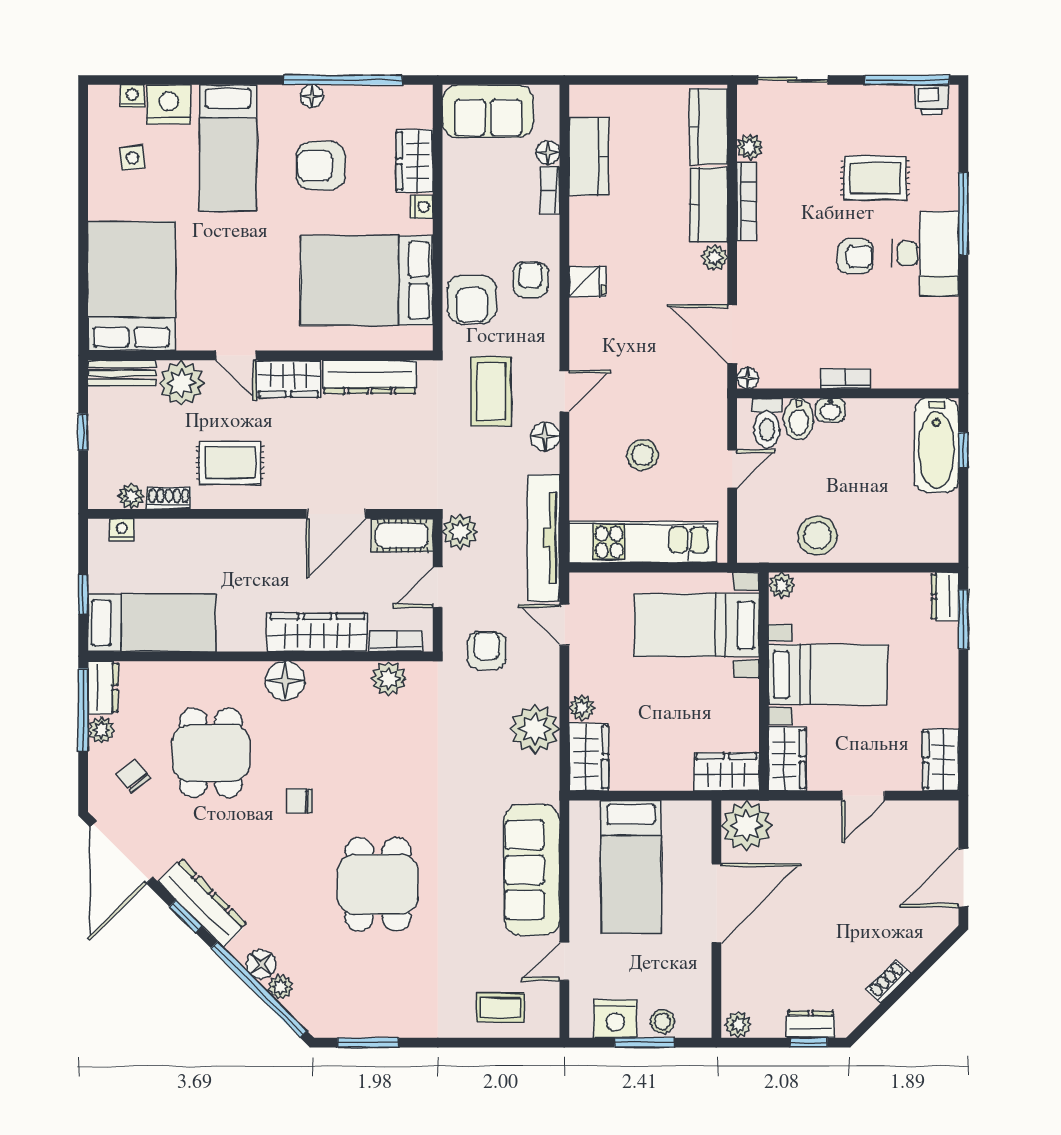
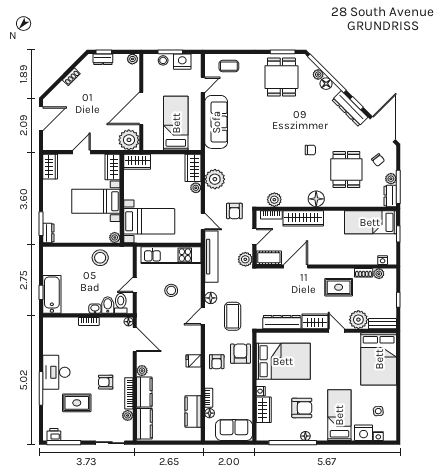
armchair: (855, 256) -> (106, 382), moved
dining table: (378, 884) -> (281, 77), moved

